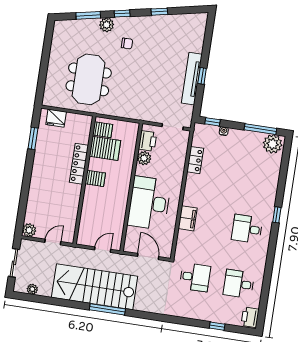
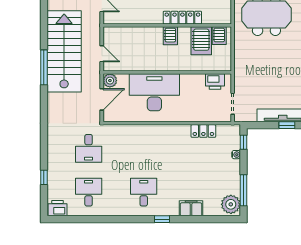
plant: (144, 158) -> (110, 81), moved
filing cabinet: (188, 218) -> (191, 208), moved, turned 180

